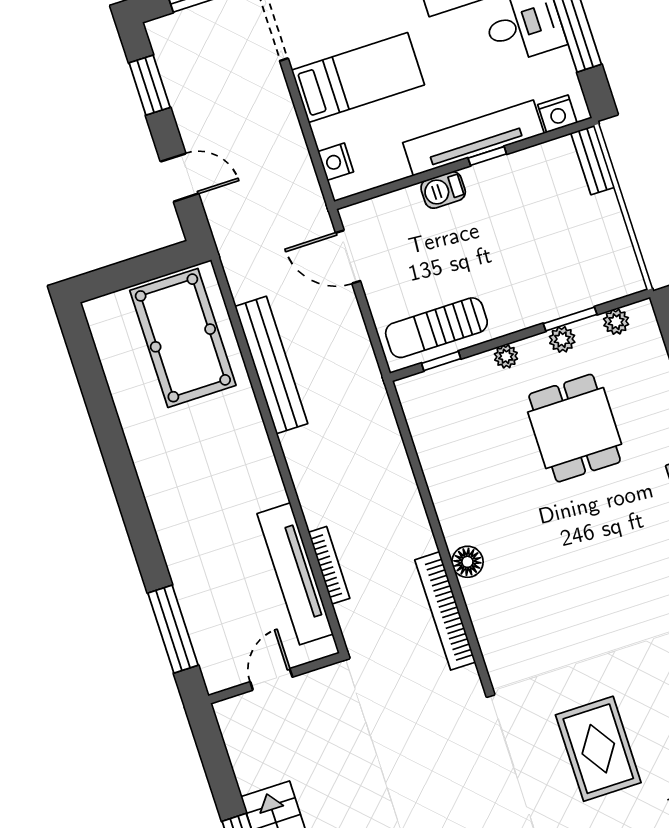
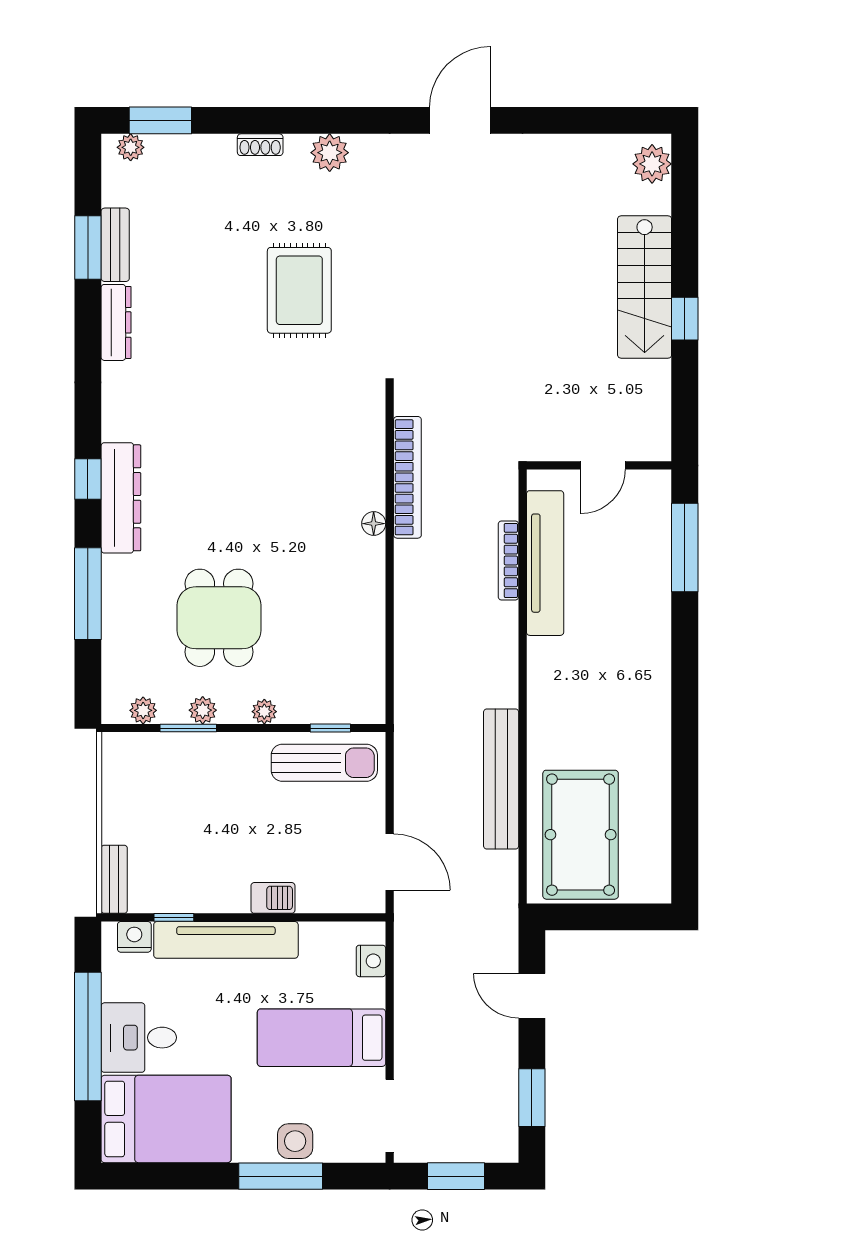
window: (487, 156) -> (174, 917), moved
floor lamp: (467, 562) -> (374, 524), width x0.73, depth x0.73

